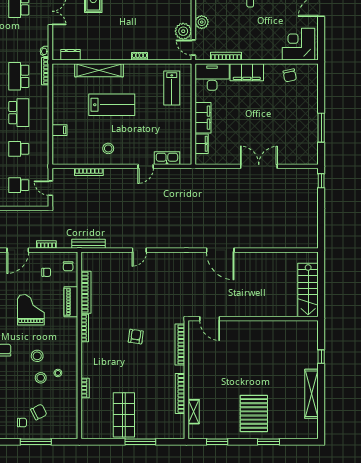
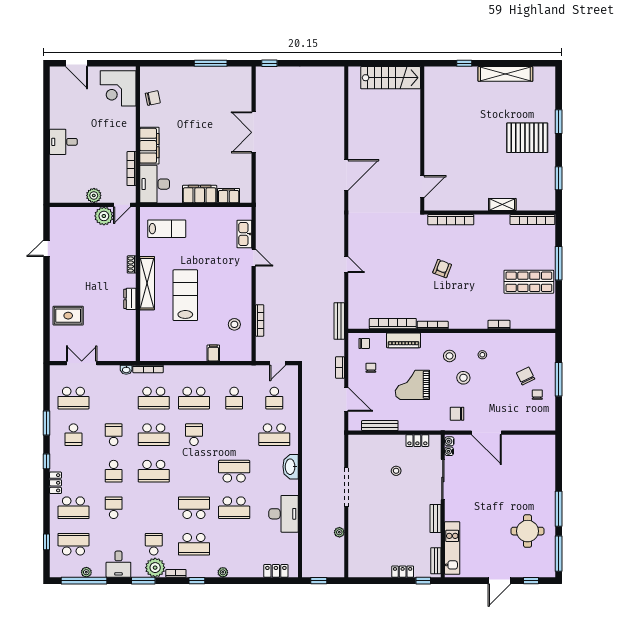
dresser: (71, 55) -> (130, 299), moved
shelving: (99, 70) -> (147, 283), moved
school desk: (19, 113) -> (194, 398), turned 180
stool: (108, 148) -> (234, 324), moved
armchair: (136, 337) -> (442, 269), turned 103
stool: (41, 378) -> (450, 356), moved
bookcase: (180, 393) -> (532, 220), moved
shelving: (194, 412) -> (502, 204), moved

